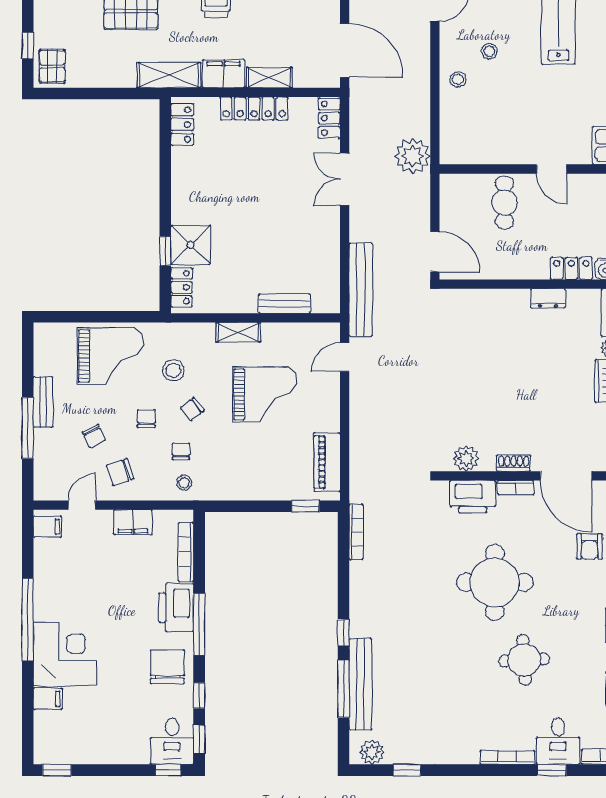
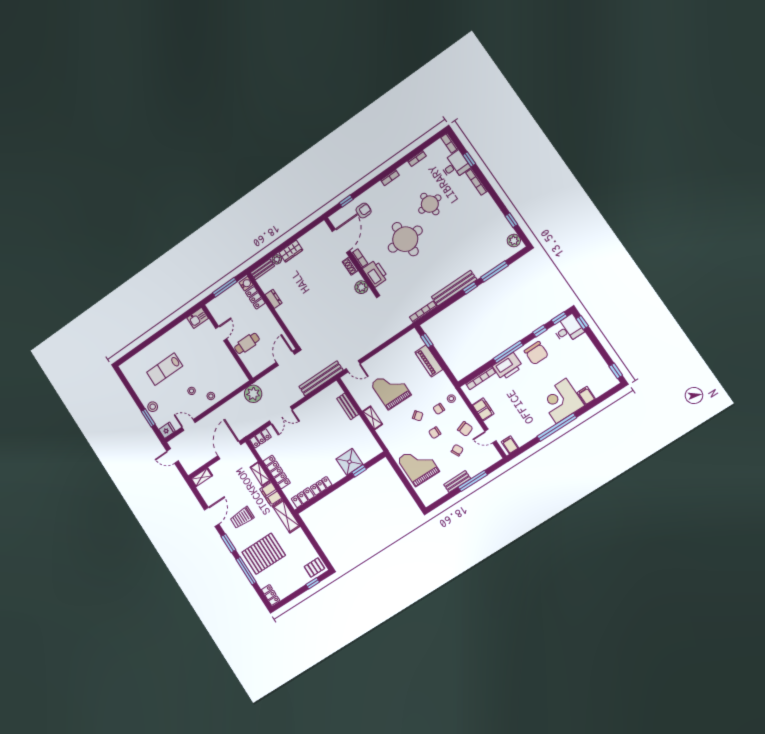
locker: (181, 287) -> (321, 486), moved
stool: (173, 370) -> (407, 435), removed
piano: (327, 462) -> (429, 361), moved, turned 90
chair: (167, 667) -> (536, 353), turned -90
bench: (360, 684) -> (454, 288), moved

